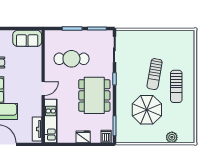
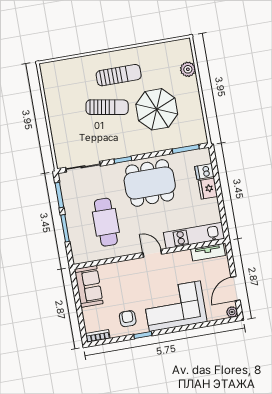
dishwasher: (106, 136) -> (204, 172), moved

